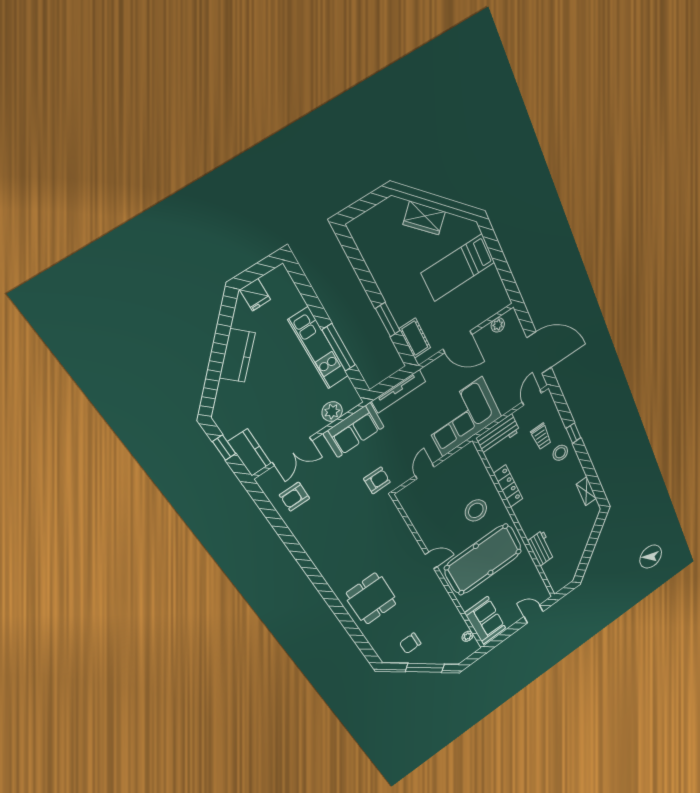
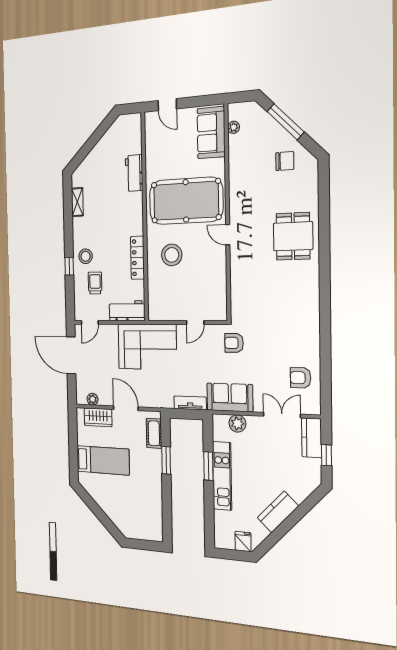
wardrobe: (424, 218) -> (98, 417), moved, turned 135
window: (339, 347) -> (208, 466), width x0.69
tv unit: (399, 391) -> (190, 403), width x0.71
armchair: (295, 497) -> (301, 378), turned 180

